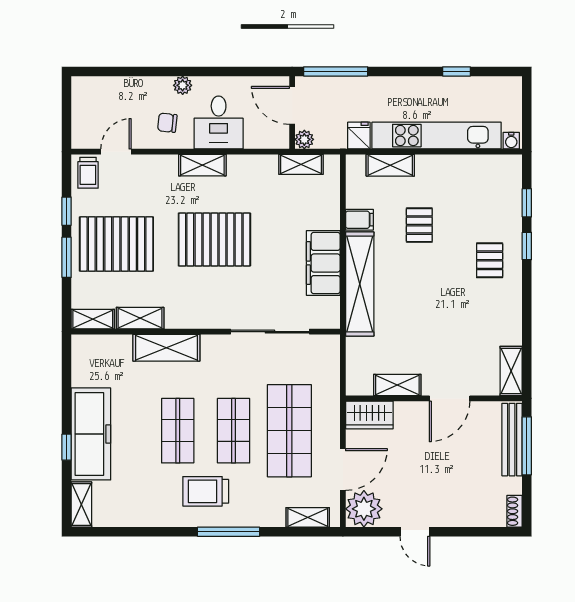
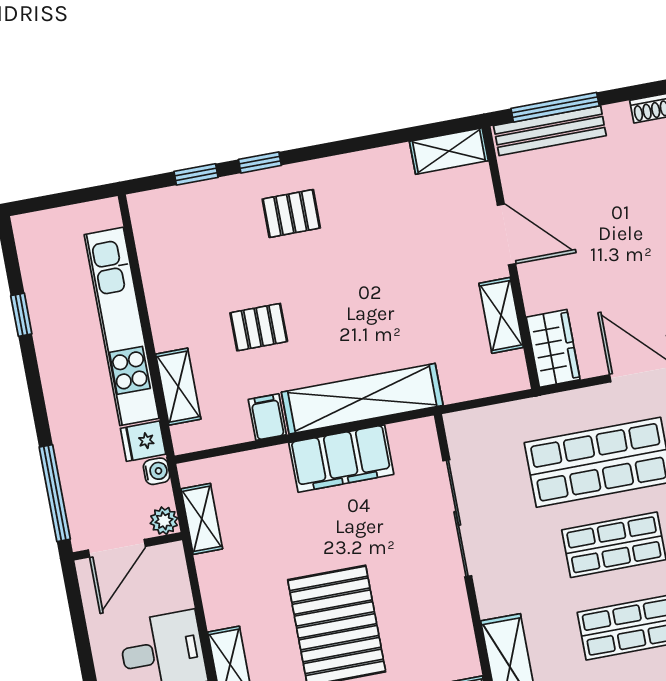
water cooler: (511, 141) -> (157, 471), moved

